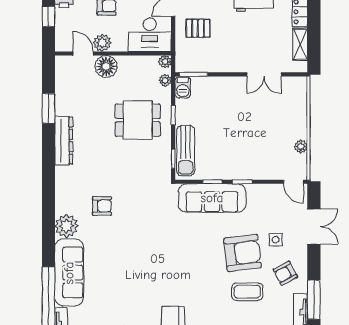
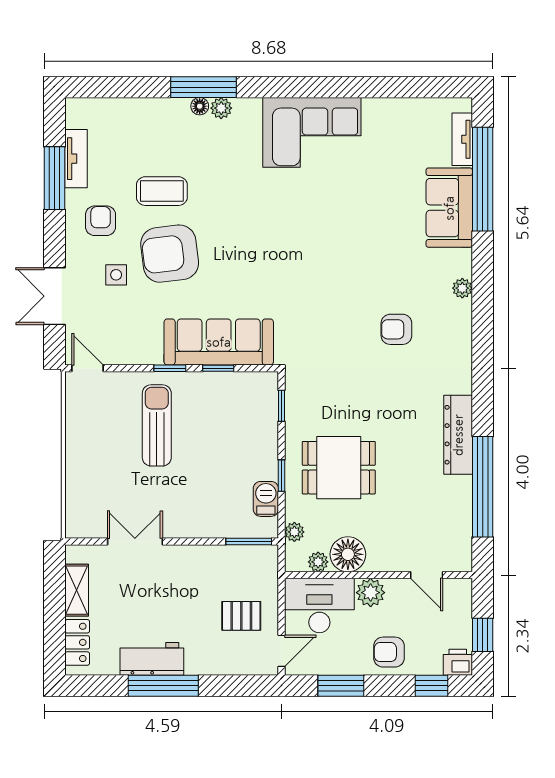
plant: (102, 43) -> (371, 593), moved
plant: (165, 62) -> (318, 562), moved
floor lamp: (106, 66) -> (348, 554), moved
barbecue: (183, 87) -> (266, 499), moved
window: (48, 108) -> (483, 487), width x2.11
plant: (301, 147) -> (76, 425), removed
sun lounger: (186, 151) -> (157, 425), moved
plant: (66, 226) -> (462, 288), width x0.53, depth x0.53
sofa: (69, 273) -> (449, 208), width x0.73
armchair: (285, 273) -> (101, 221), turned -62

